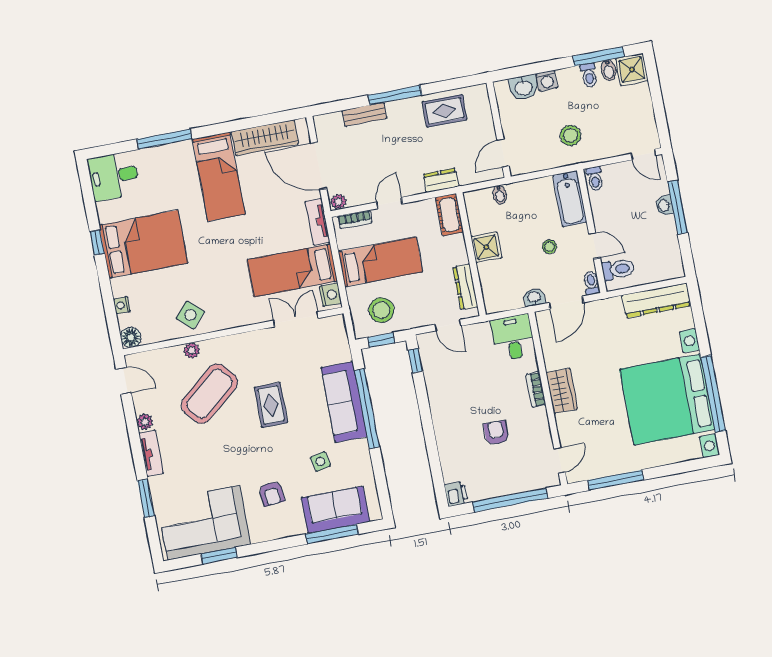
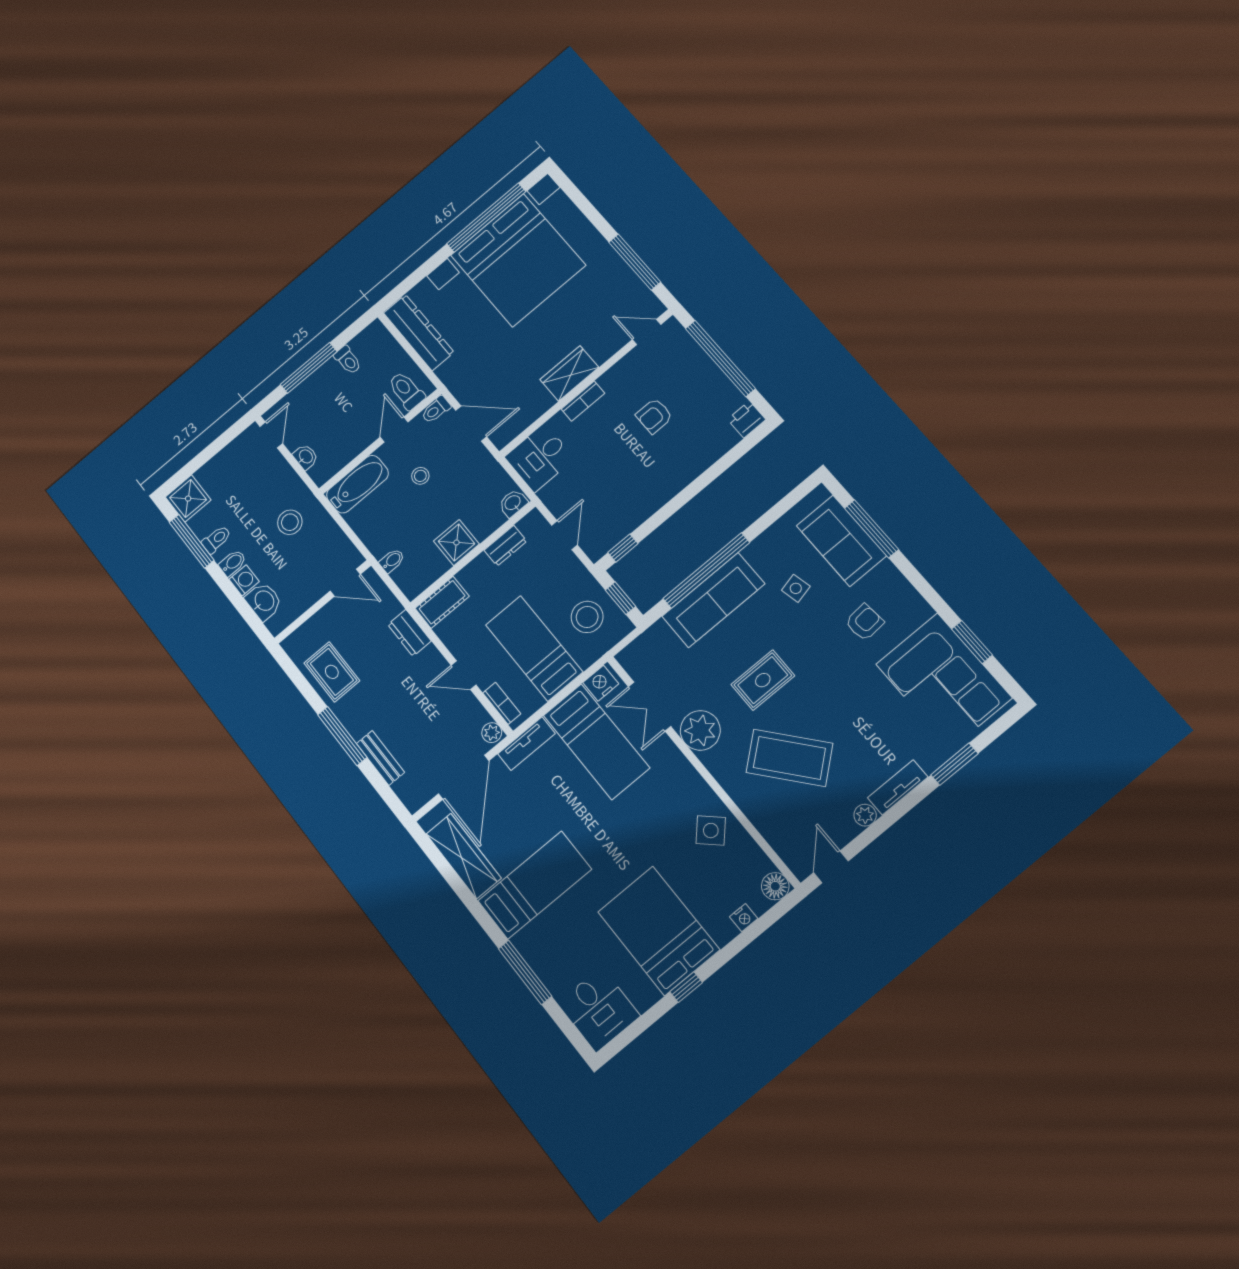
bidet: (609, 70) -> (233, 563), moved
toilet: (595, 179) -> (348, 360), moved, turned 90
washbasin: (664, 205) -> (306, 457), moved, turned -90
dresser: (465, 287) -> (505, 546), width x0.70
washbasin: (534, 297) -> (513, 503), moved, turned 90
plant: (192, 351) -> (700, 730), moved, width x1.88, depth x1.88

